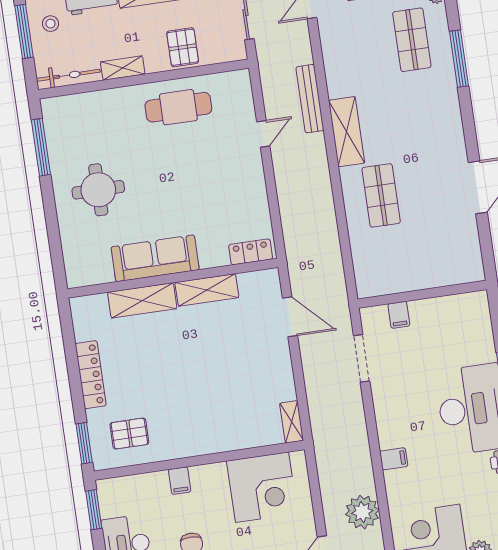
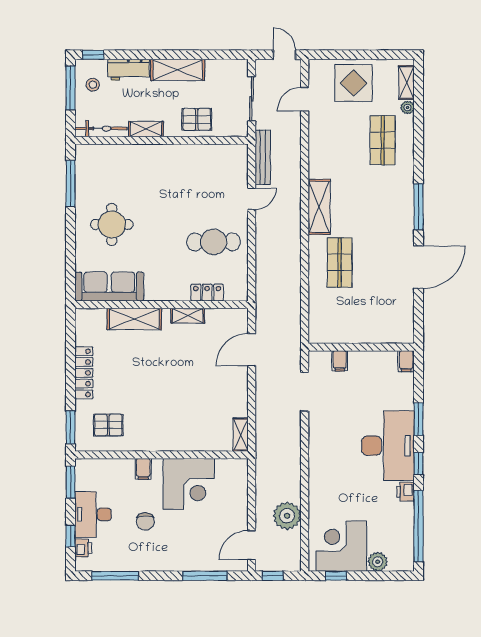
pallet: (183, 47) -> (197, 119), turned 90
window: (459, 59) -> (418, 207), moved
bench: (310, 99) -> (263, 157), moved
cafe table: (178, 107) -> (214, 242), moved
locker: (251, 252) -> (207, 293), moved
sofa: (155, 258) -> (109, 287), moved
shelving: (207, 290) -> (188, 316), width x0.67, depth x0.75
door: (290, 317) -> (252, 350), swing flipped
filing cabinet: (394, 459) -> (406, 361), moved, turned 90
corner desk: (262, 487) -> (189, 484), moved

